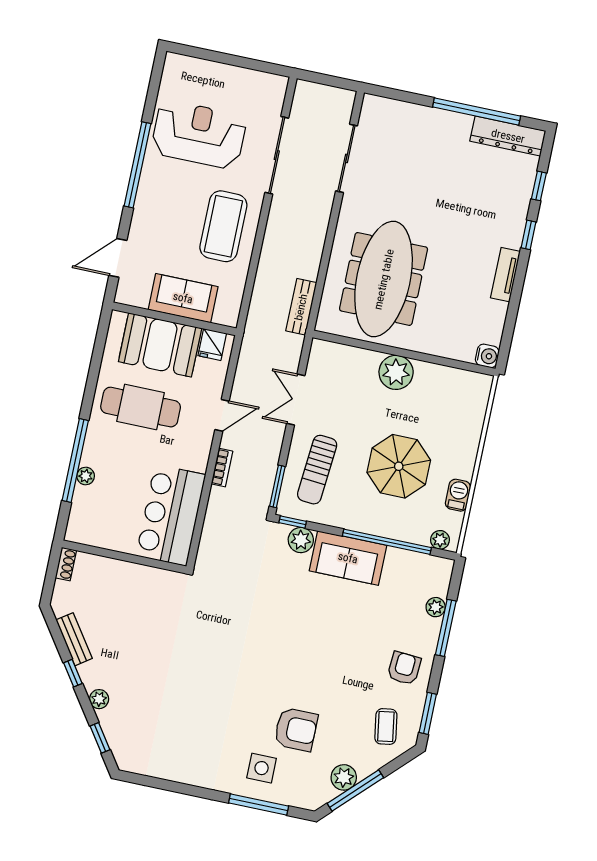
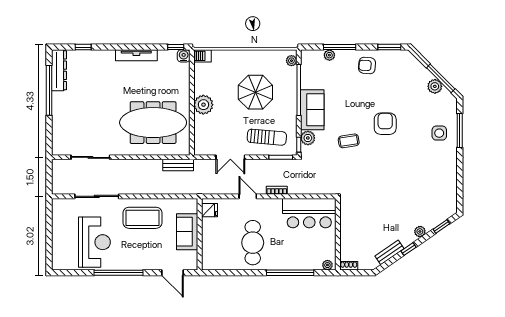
reception desk: (199, 134) -> (94, 242), turned 180
window: (529, 235) -> (176, 47), moved
tv unit: (505, 275) -> (136, 55), width x1.41
booth: (160, 345) -> (216, 239), removed
plant: (86, 476) -> (327, 265), moved
barbecue: (458, 495) -> (202, 56), moved
coffee table: (386, 727) -> (349, 141), moved
armchair: (296, 729) -> (385, 124), moved

